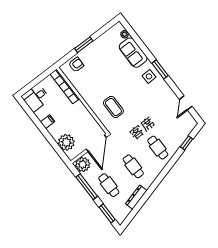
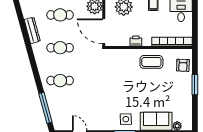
coffee table: (113, 107) -> (151, 62), moved
printer: (85, 114) -> (136, 41), added
window: (187, 143) -> (45, 108), width x2.17

